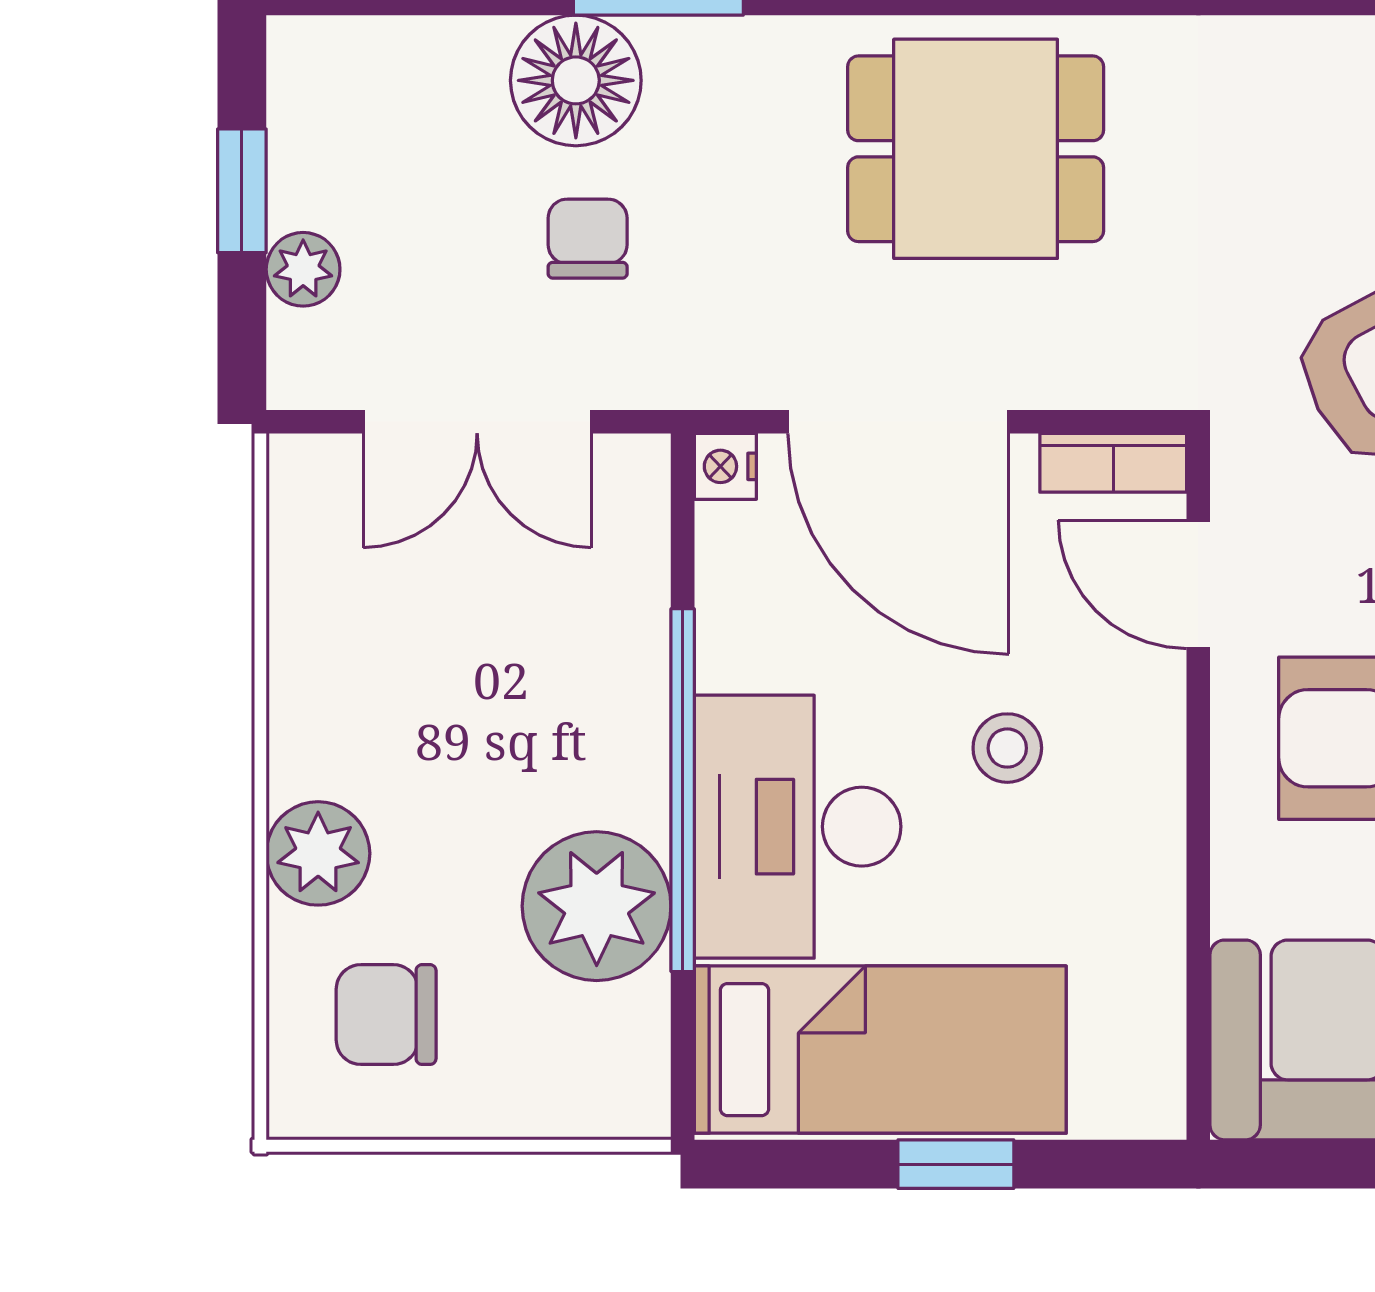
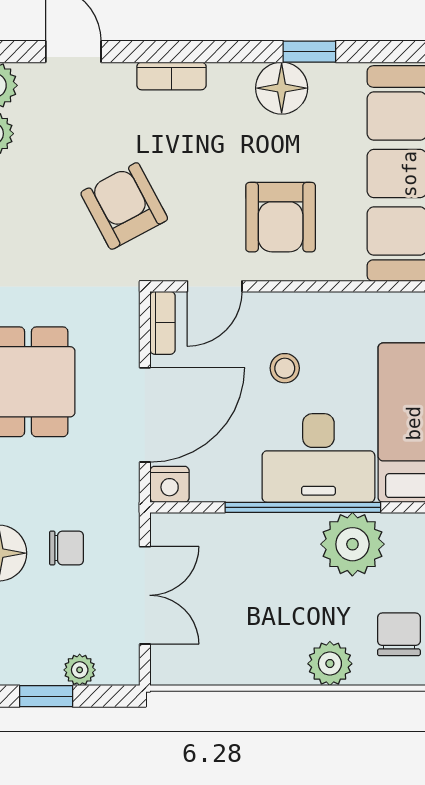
chair: (588, 239) -> (66, 548), turned 180
nightstand: (725, 466) -> (170, 484), width x1.39, depth x1.35
chair: (386, 1015) -> (399, 634), turned 180

